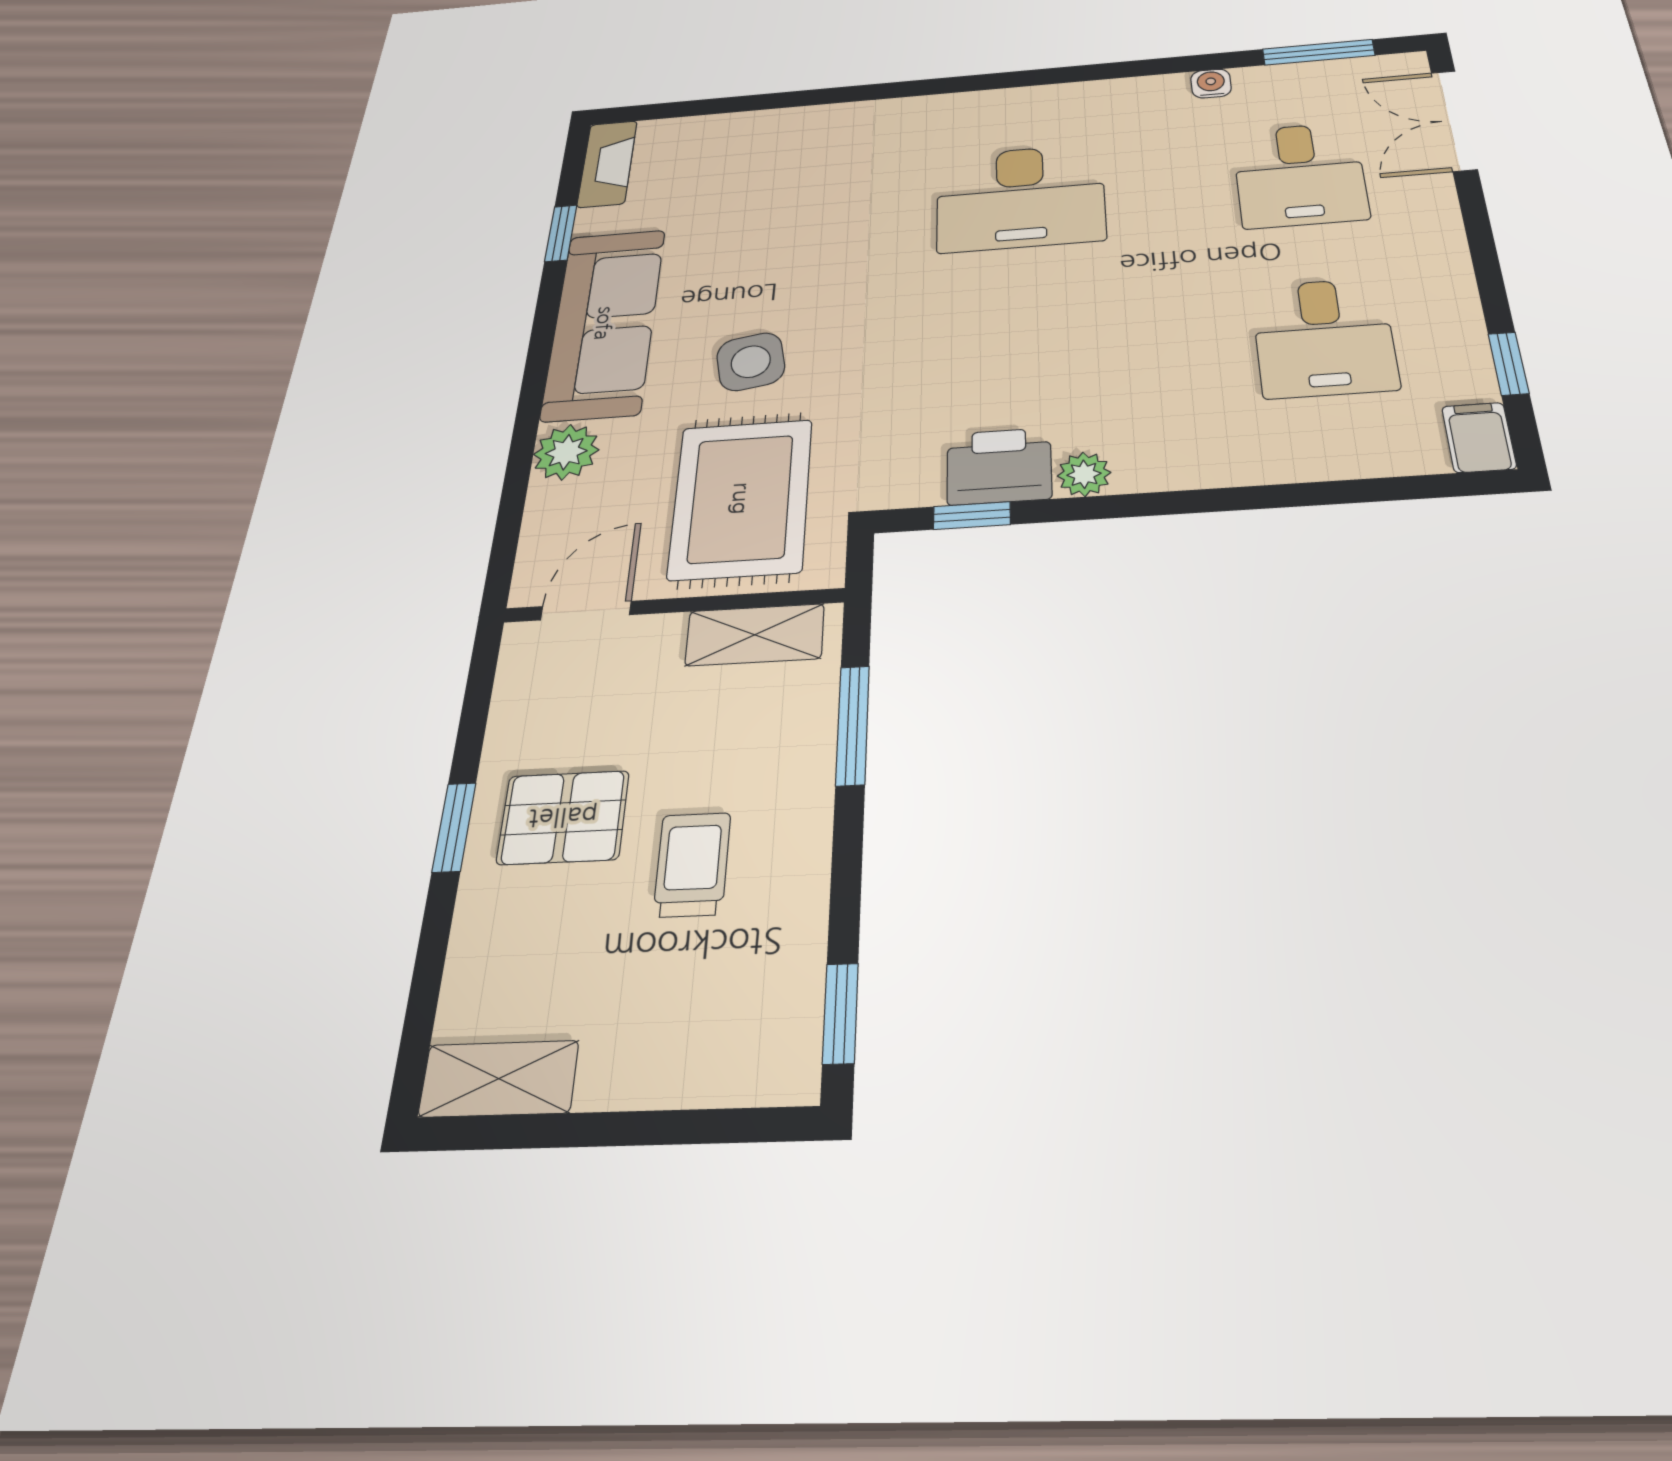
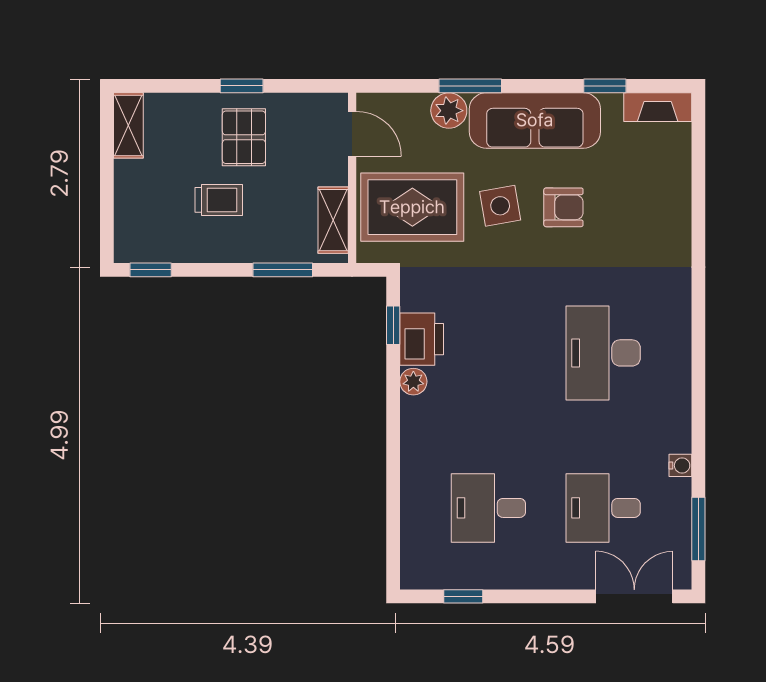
armchair: (762, 271) -> (563, 207), added
window: (527, 422) -> (470, 86), added
filing cabinet: (1479, 437) -> (420, 575), removed

